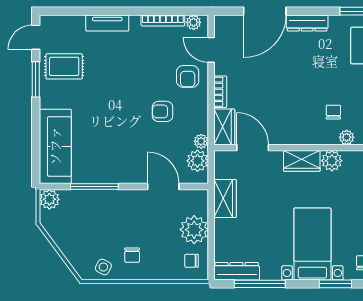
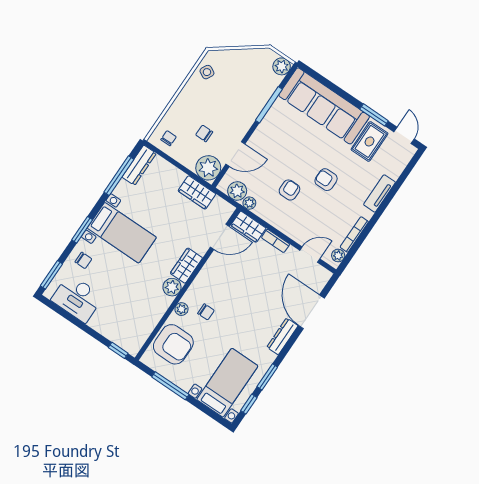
armchair: (188, 76) -> (326, 180), moved
sofa: (55, 146) -> (324, 106), width x1.36, depth x1.27
plant: (194, 230) -> (208, 168), moved
chair: (132, 255) -> (204, 133), moved

